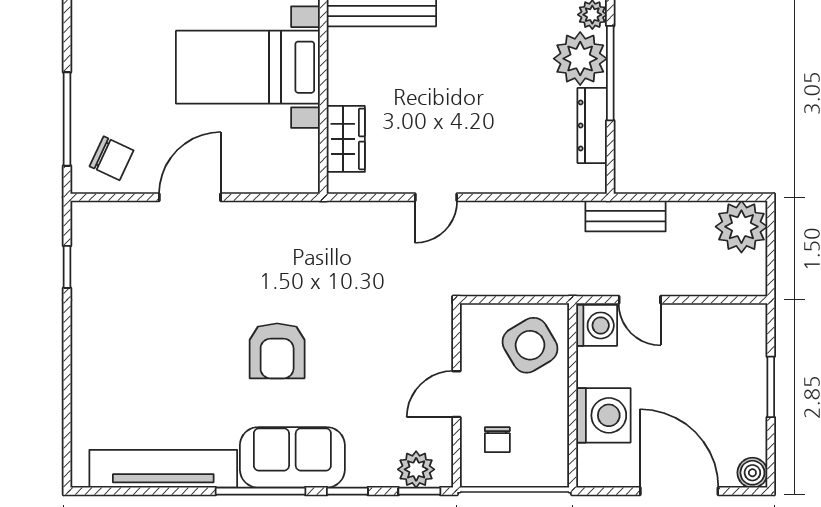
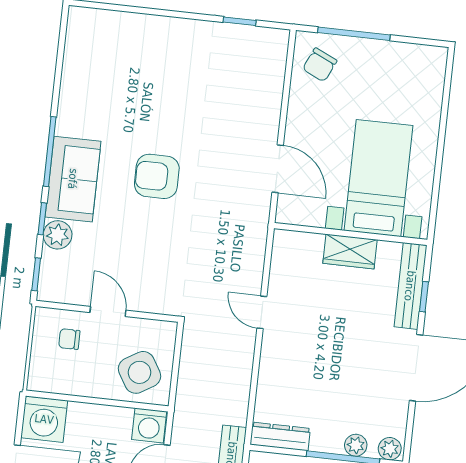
plant: (580, 59) -> (356, 445), width x0.53, depth x0.53
dresser: (592, 125) -> (280, 437), moved
wardrobe: (346, 139) -> (350, 251), moved
door: (190, 197) -> (278, 169), moved
washing machine: (603, 415) -> (44, 419), moved
tv unit: (163, 469) -> (75, 78), removed
plant: (416, 469) -> (58, 235), moved

